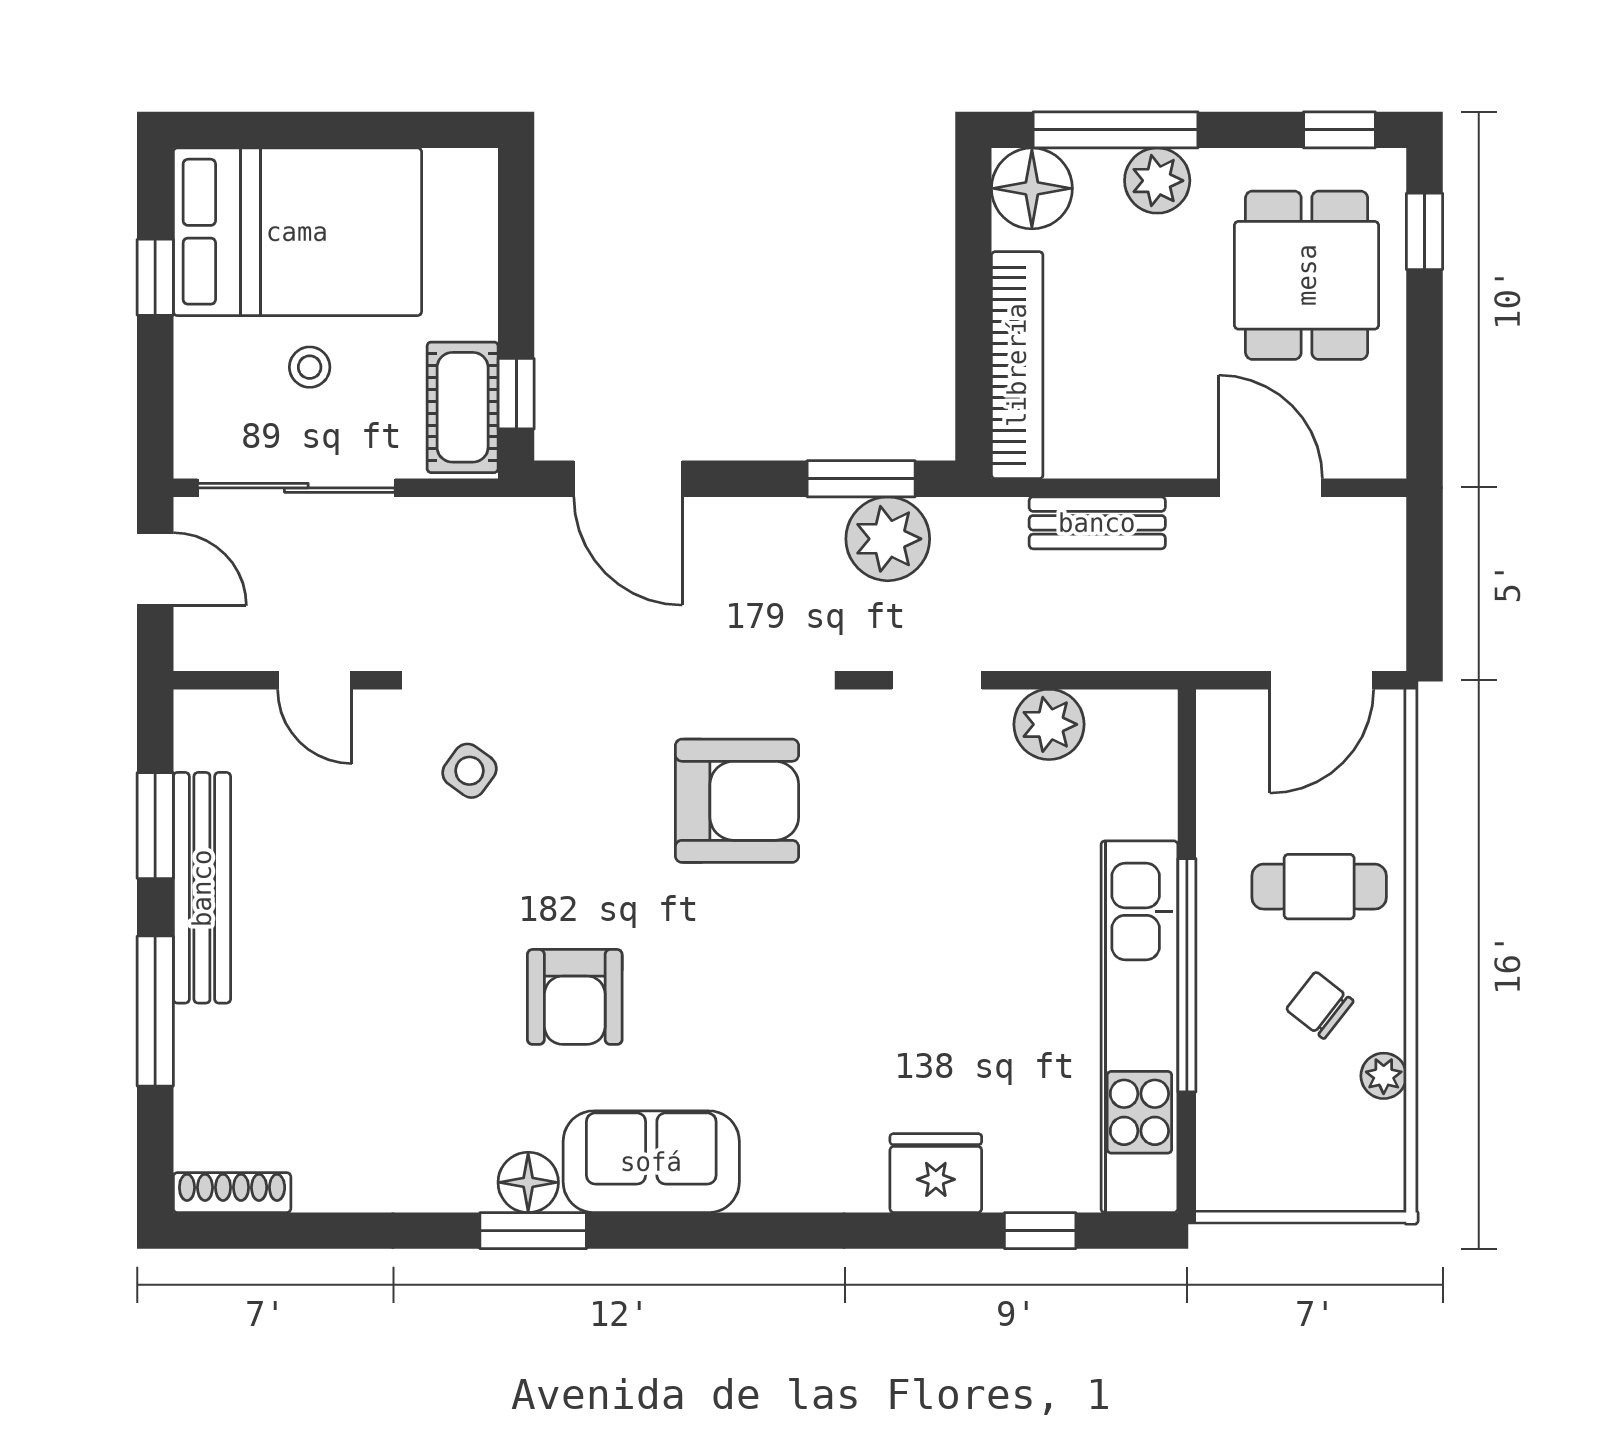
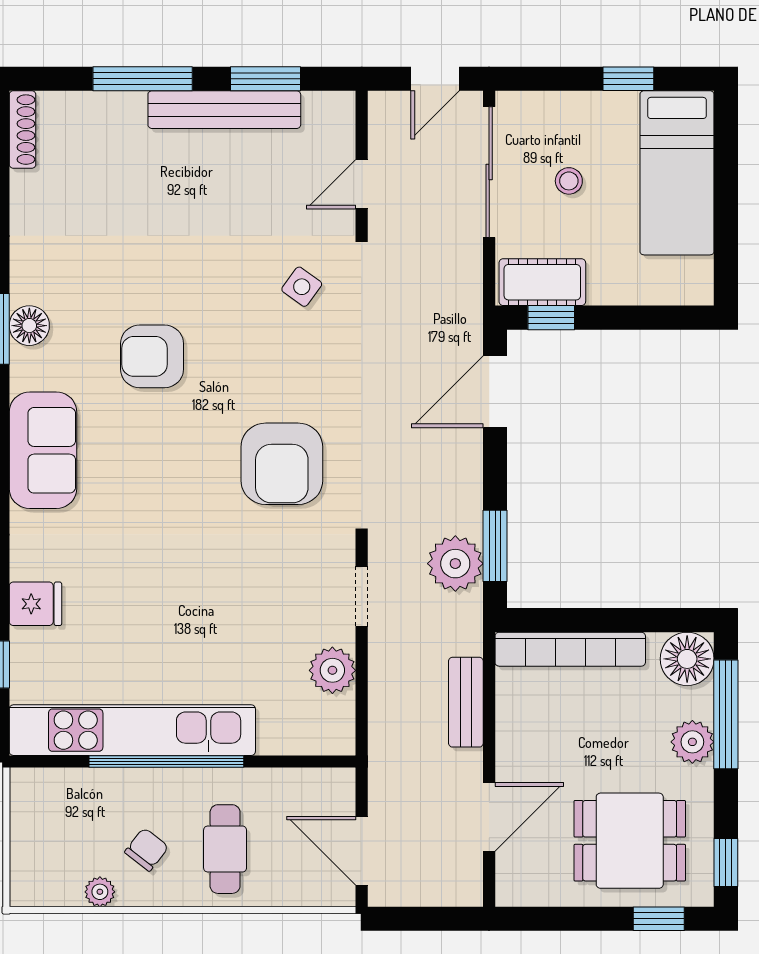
bed: (297, 232) -> (677, 173), width x0.67
sofa: (651, 1162) -> (43, 450), moved
fridge: (936, 1173) -> (35, 604), width x0.72

